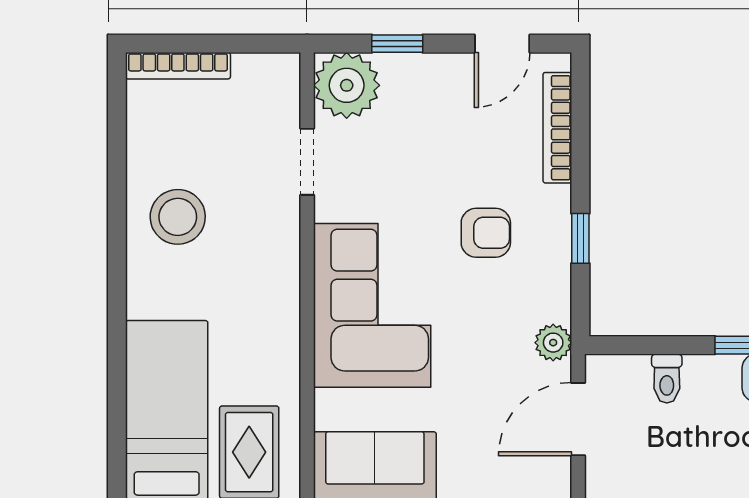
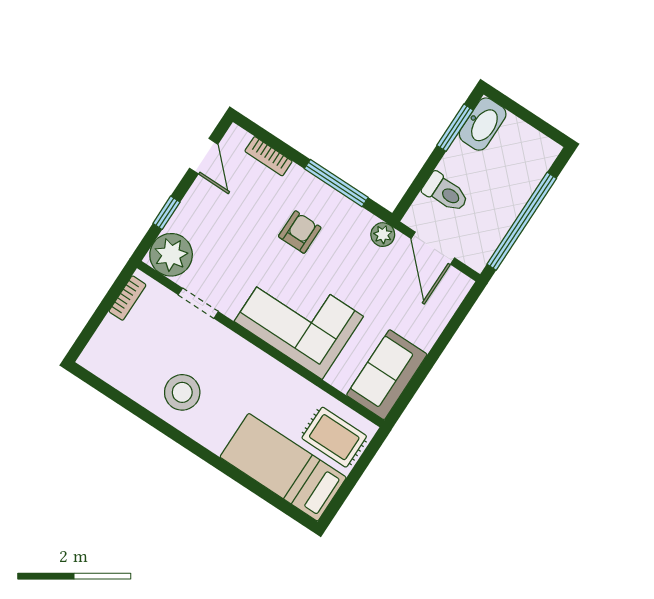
bookcase: (178, 66) -> (127, 298), moved, width x0.64
bookcase: (557, 128) -> (268, 156), width x0.64
window: (580, 238) -> (336, 183), width x2.17
toilet: (667, 379) -> (446, 192), width x1.37, depth x1.39

